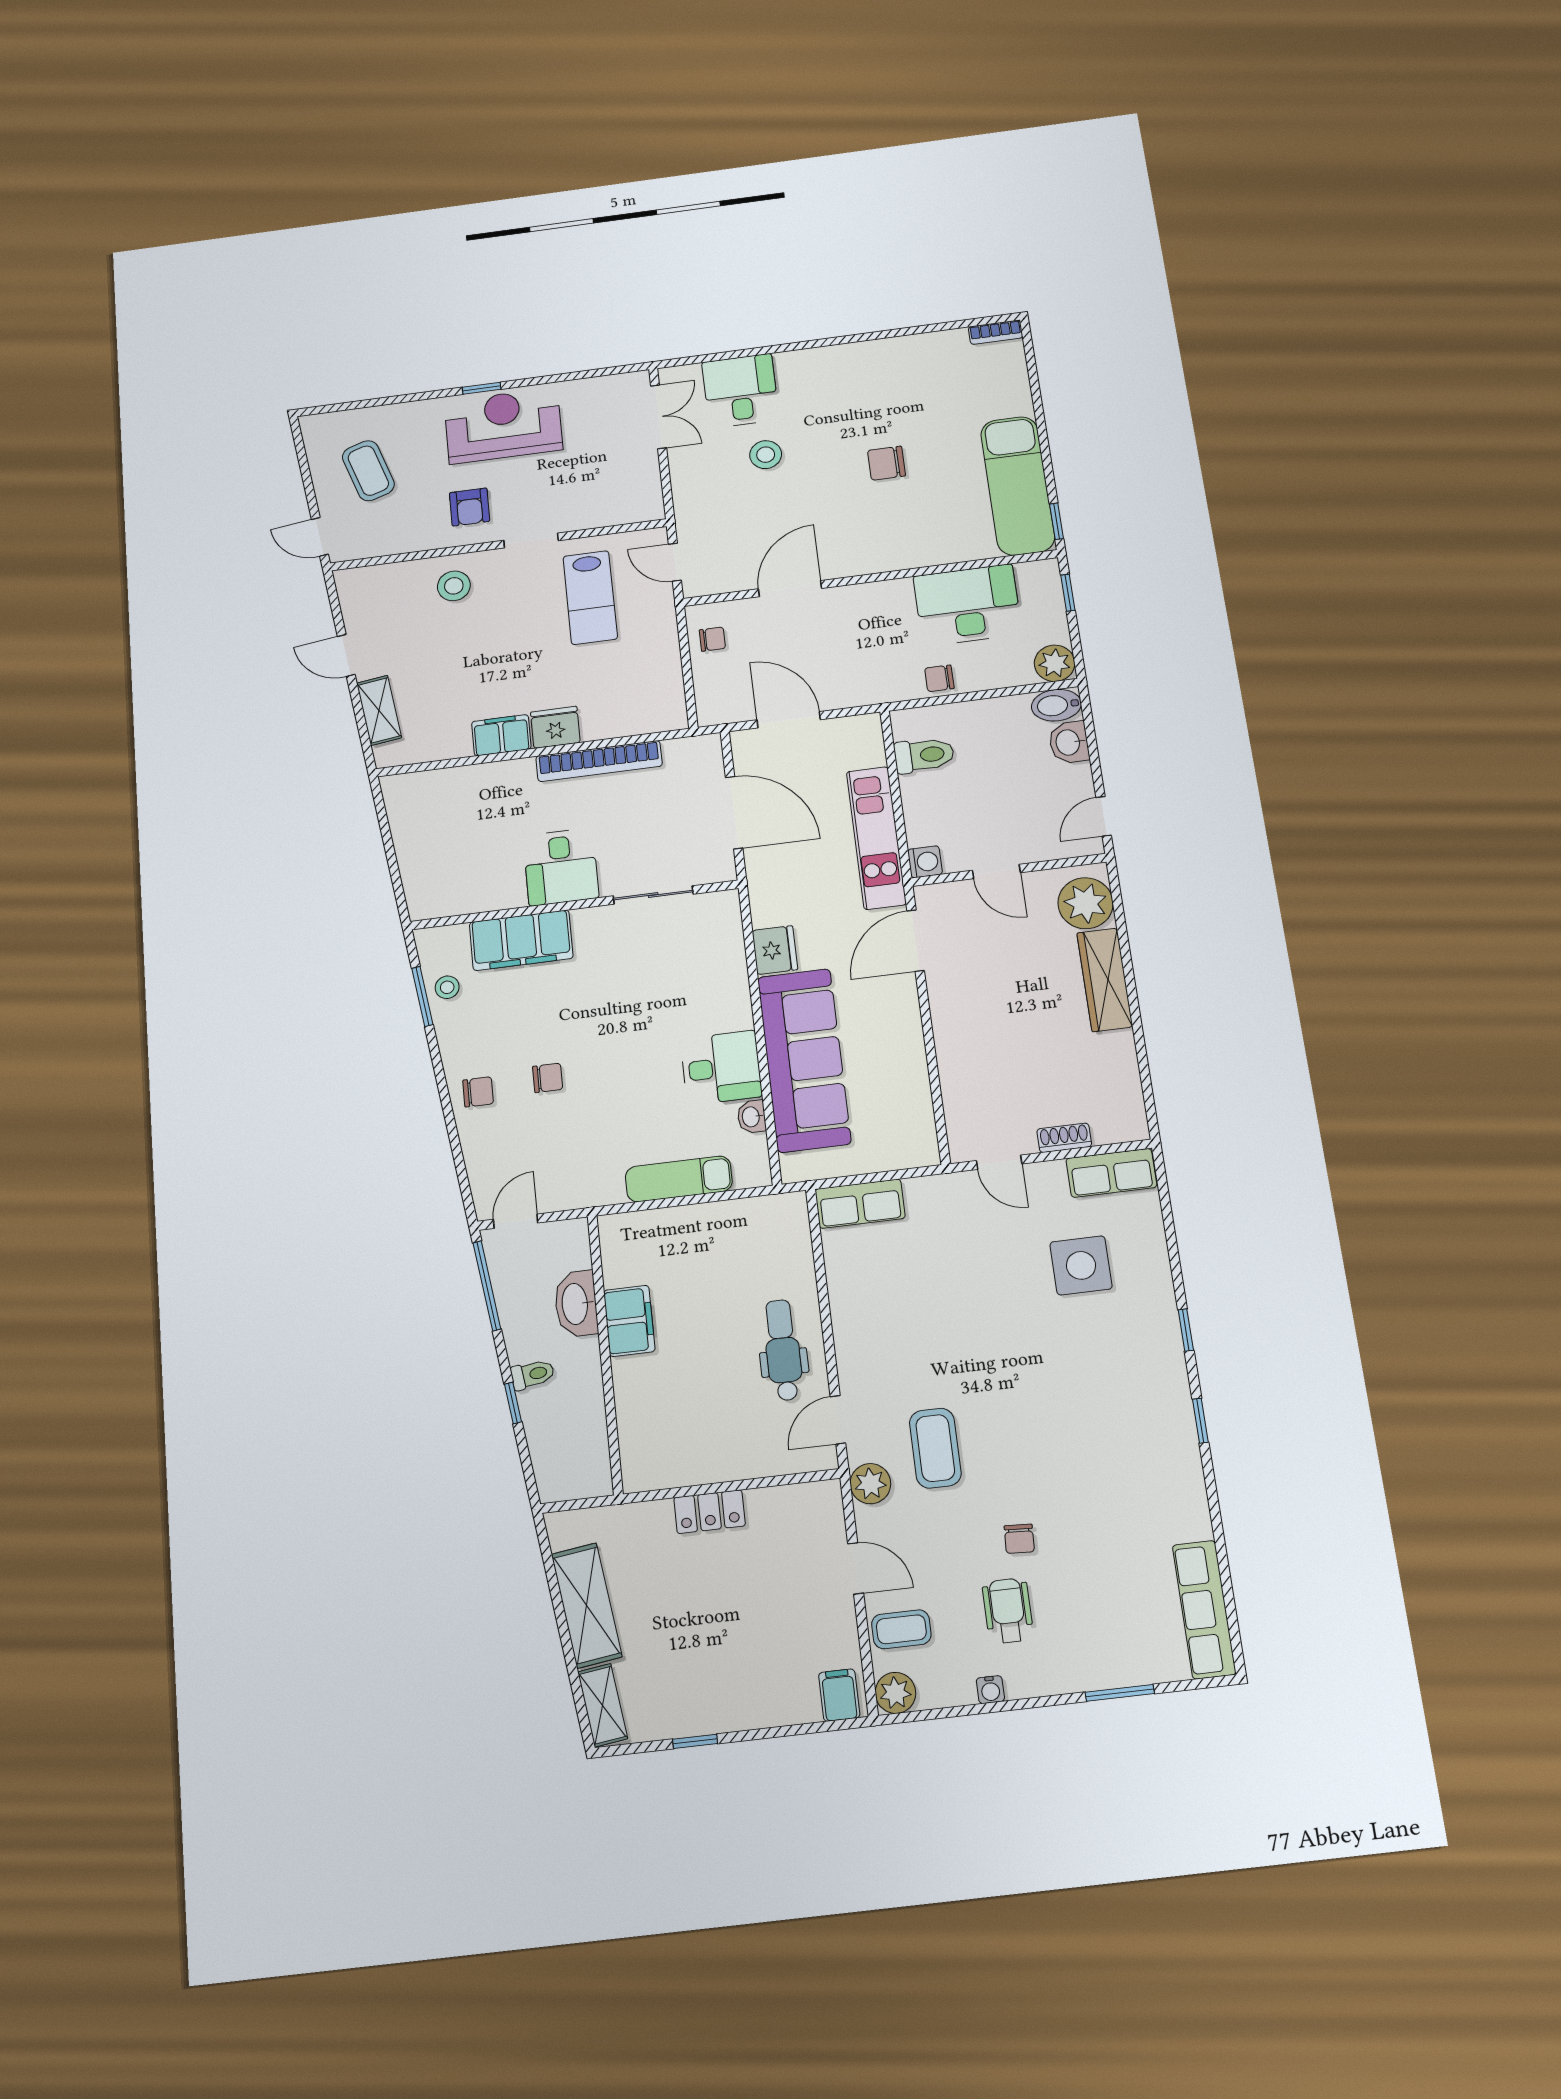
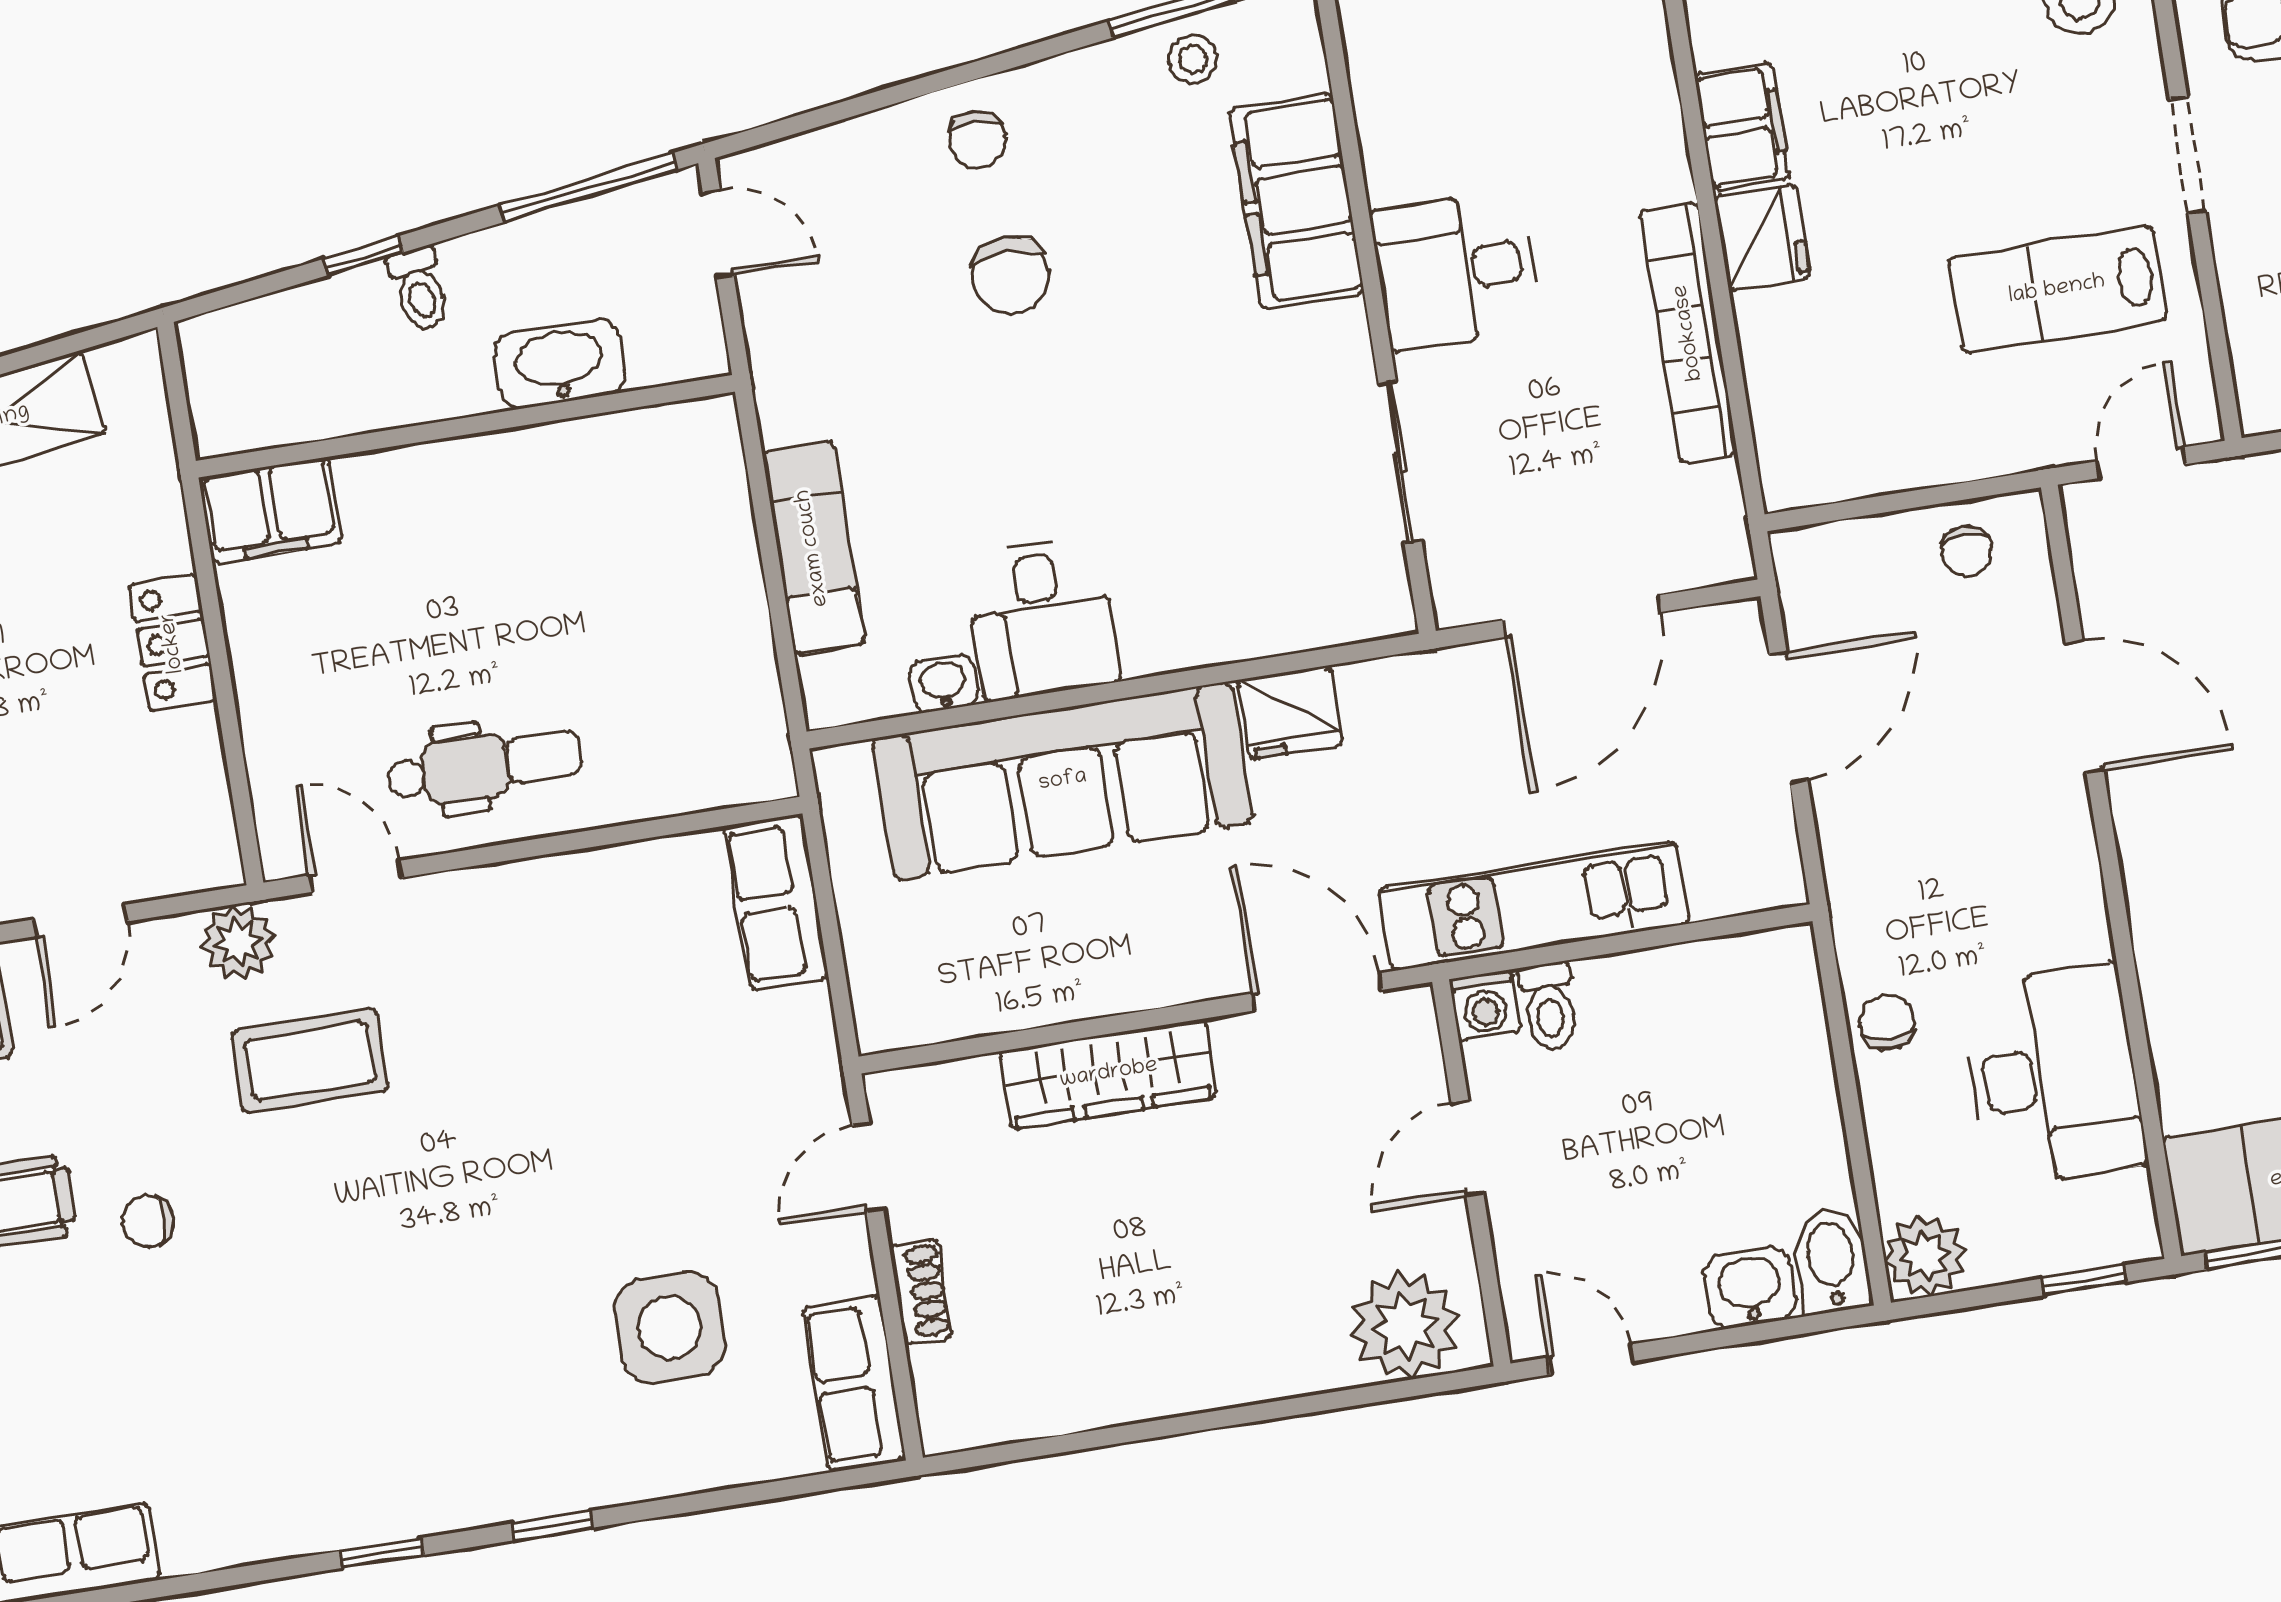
toilet: (924, 755) -> (1549, 1006), moved, width x0.73, depth x0.72
wardrobe: (1105, 980) -> (1109, 1074), moved, turned 180
chair: (548, 1078) -> (1010, 276), width x1.37, depth x1.37
filing cabinet: (629, 1321) -> (270, 510), moved

